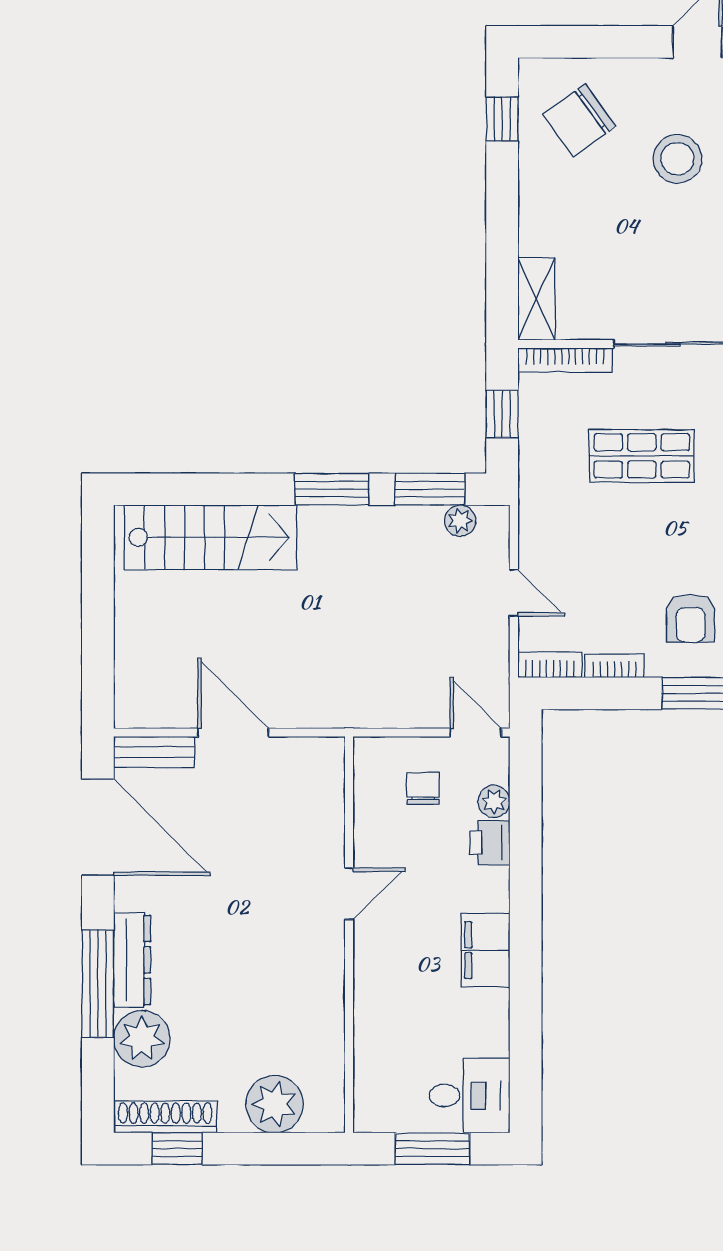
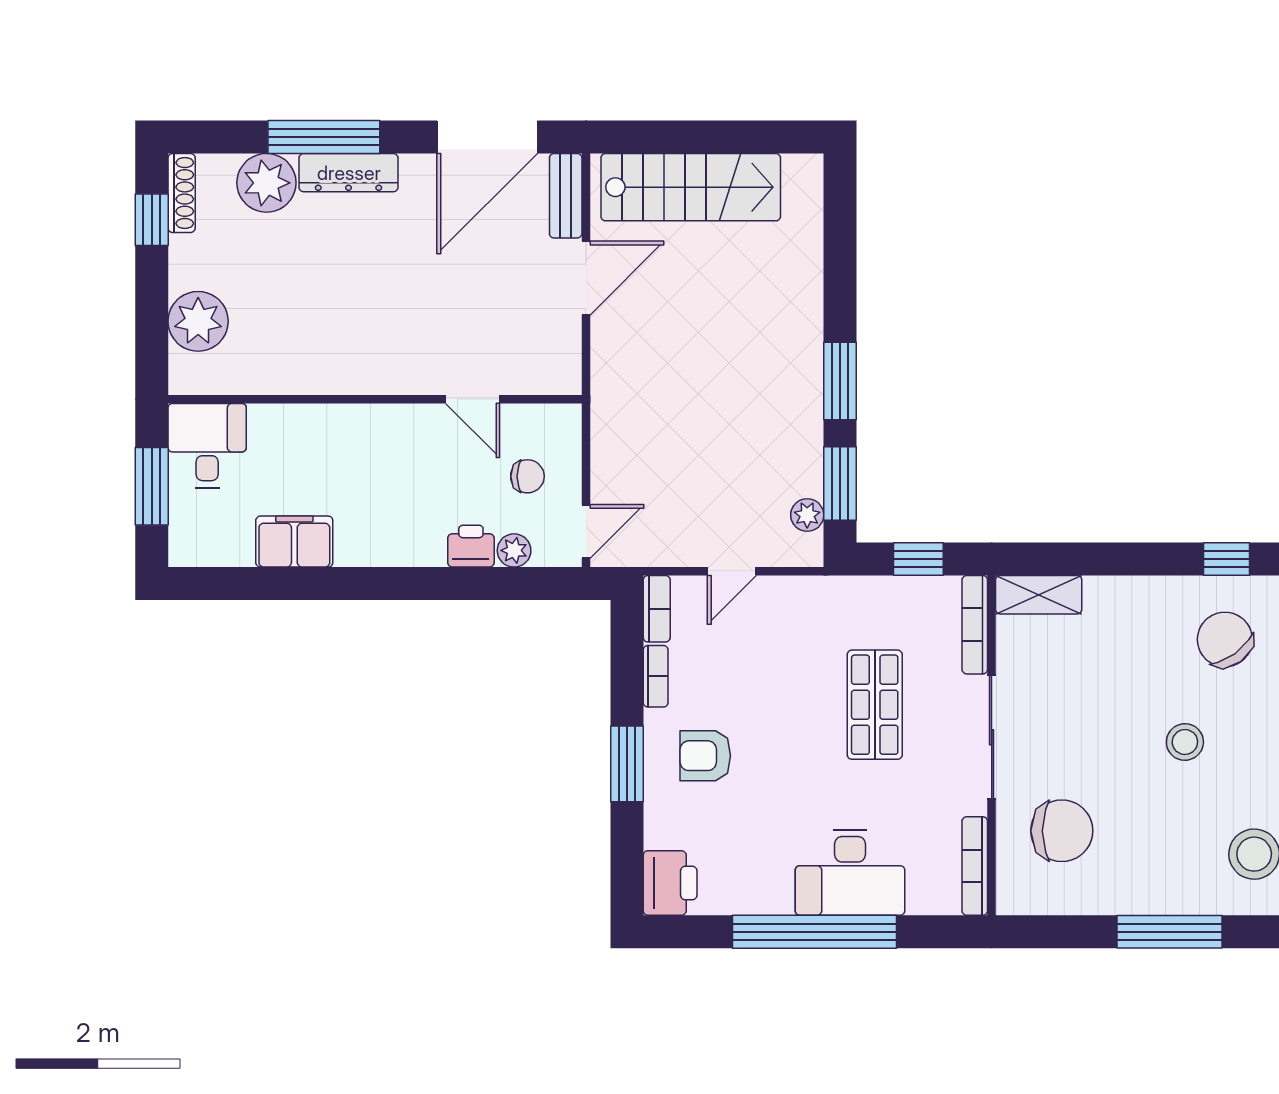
stool: (677, 159) -> (1185, 742), width x0.73, depth x0.73
stairs: (210, 537) -> (691, 187), moved, turned -90
door: (349, 894) -> (473, 399), moved
filing cabinet: (485, 950) -> (294, 542), moved
desk: (470, 1095) -> (207, 445), moved, turned 180
shoe rack: (165, 1117) -> (182, 193), width x0.74, depth x0.81

